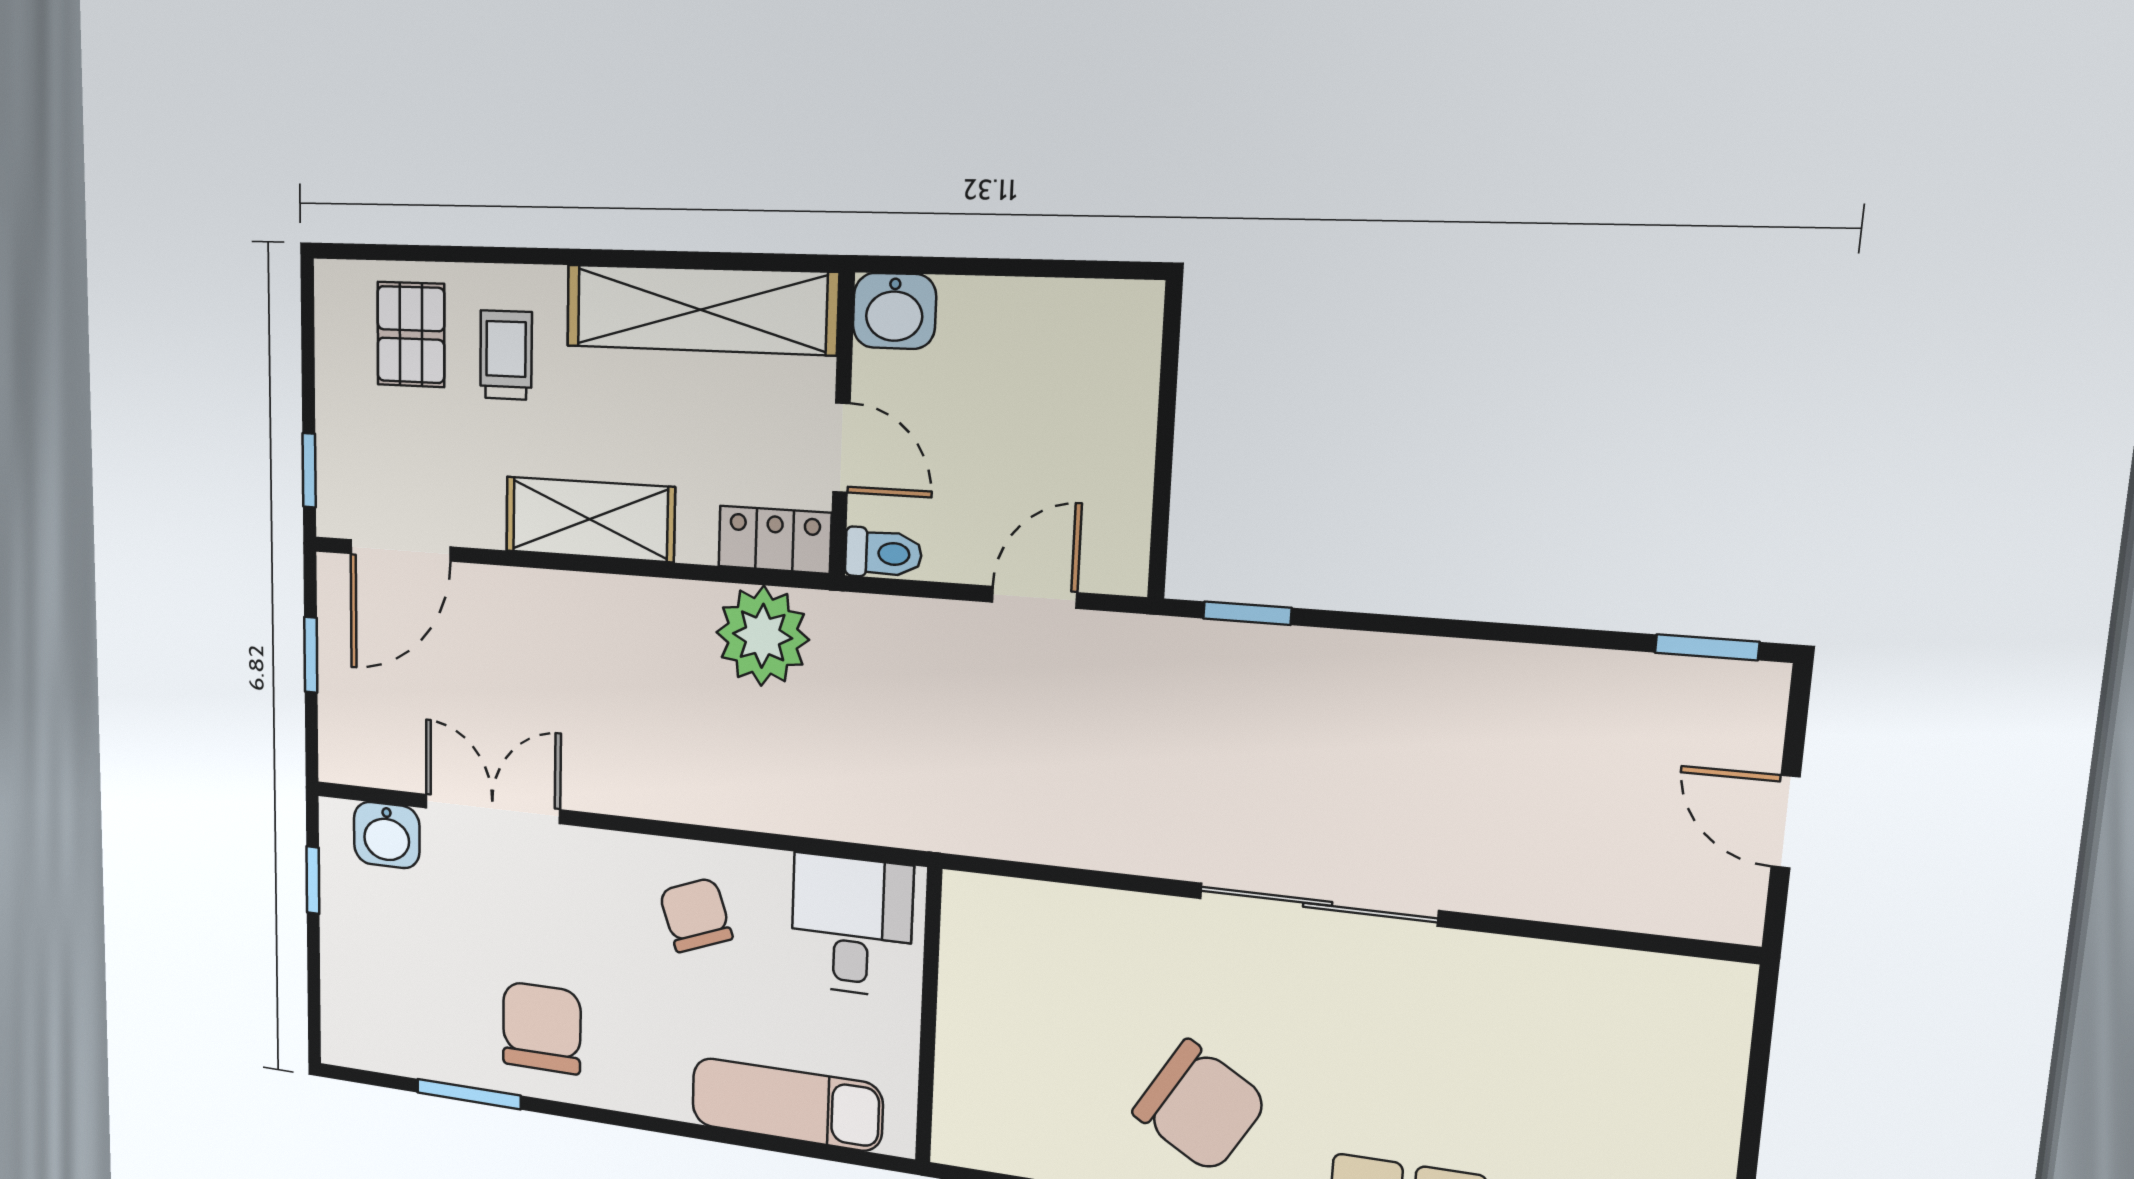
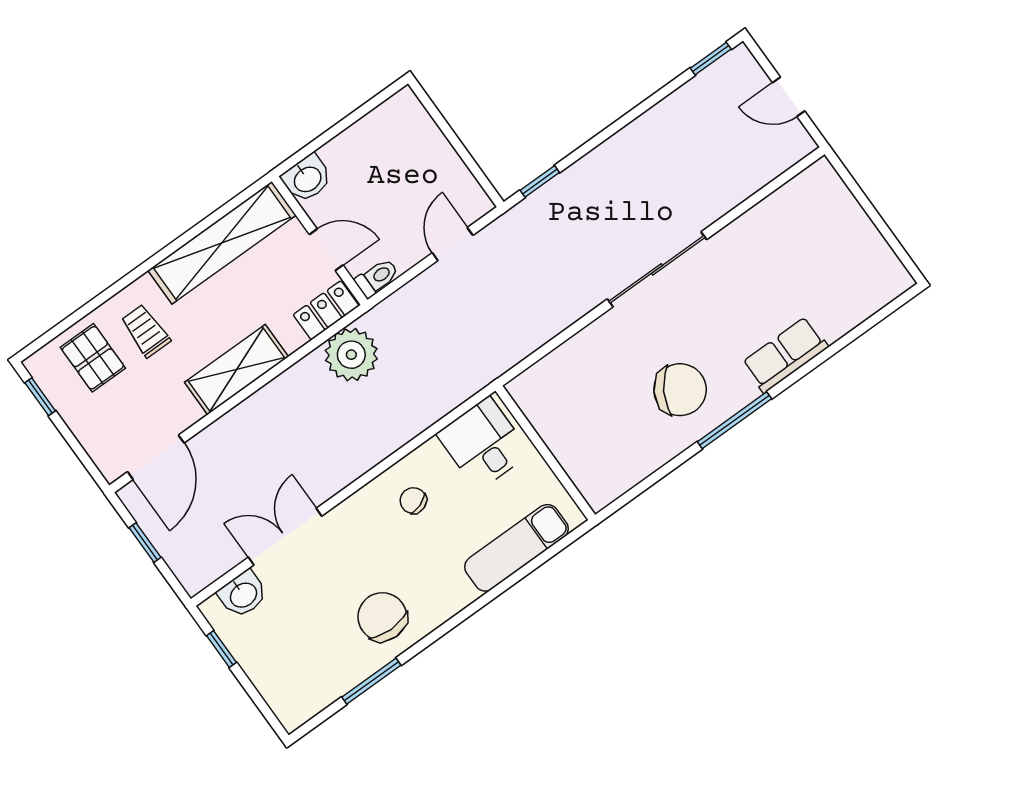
window: (309, 470) -> (40, 397), moved
chair: (696, 915) -> (413, 501), width x0.73, depth x0.73

